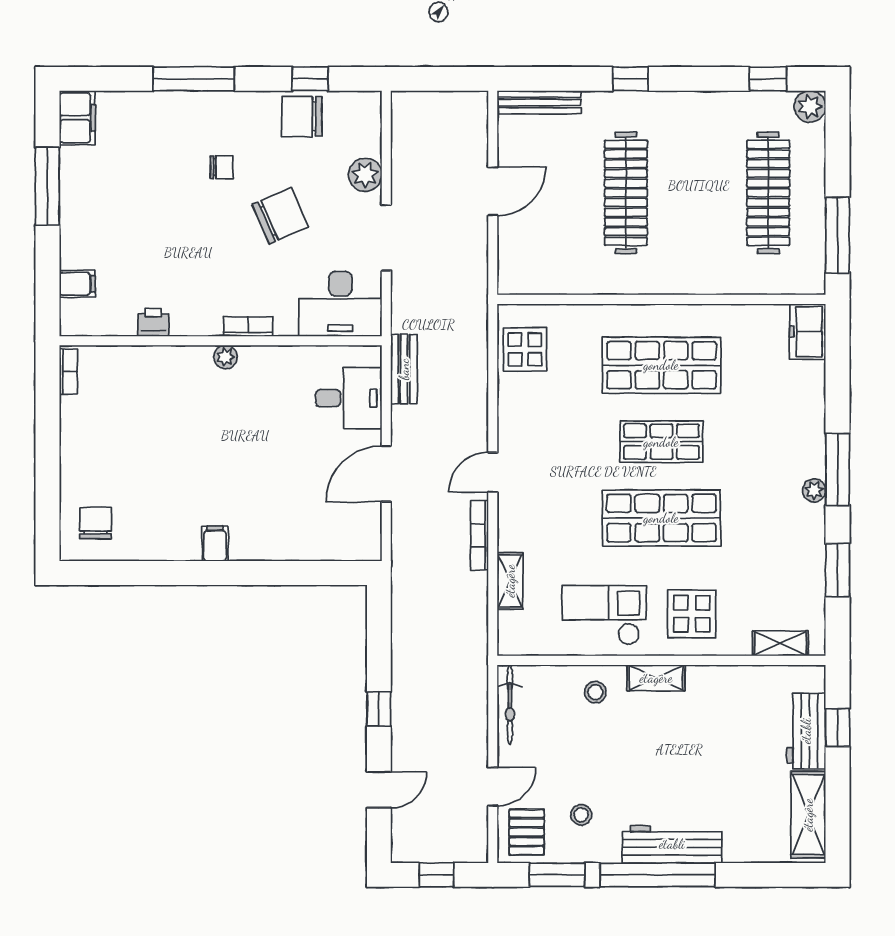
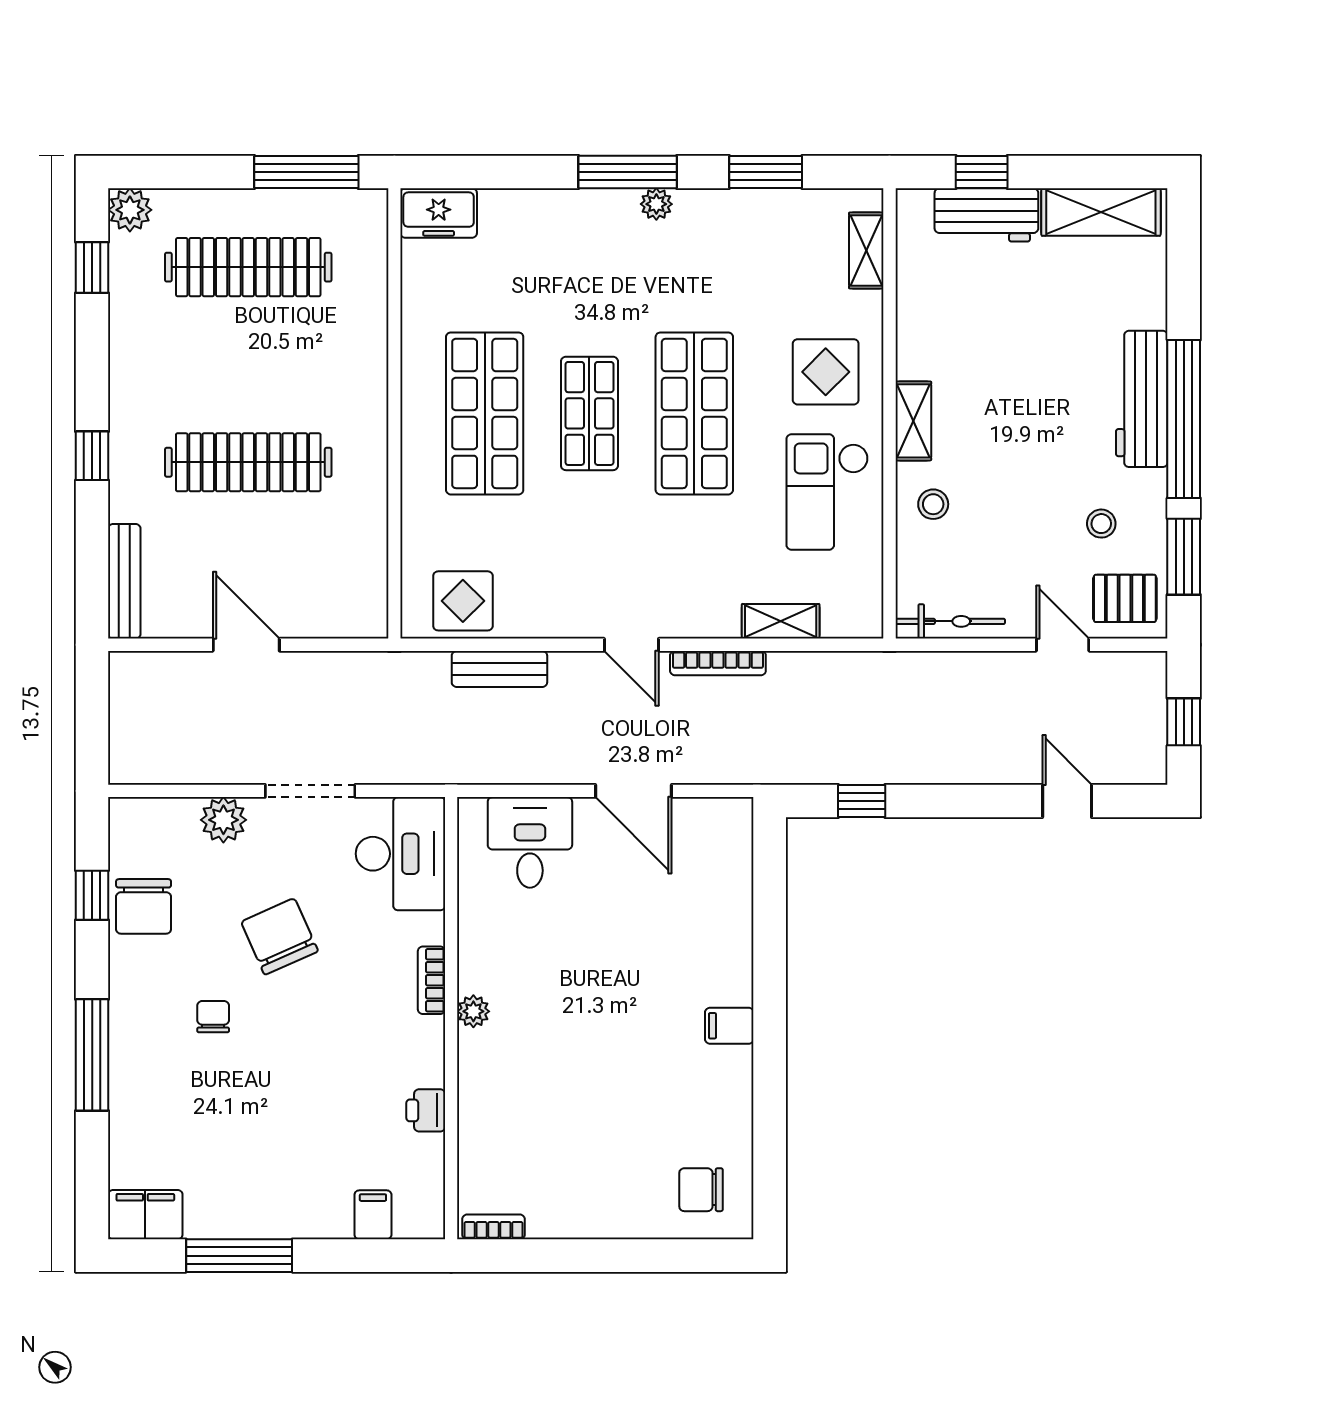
bench: (404, 369) -> (499, 669), moved
window: (379, 709) -> (862, 801), moved

